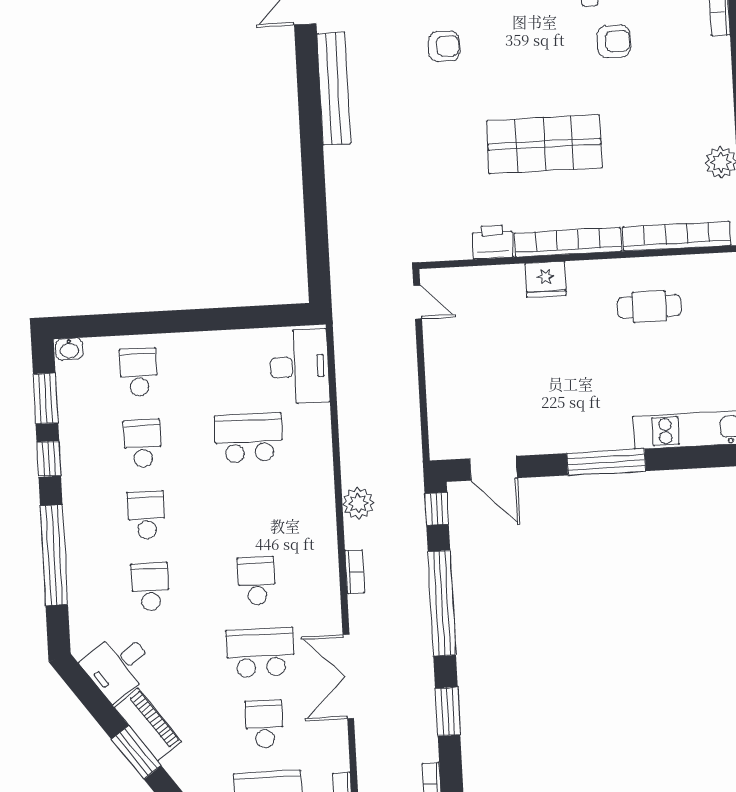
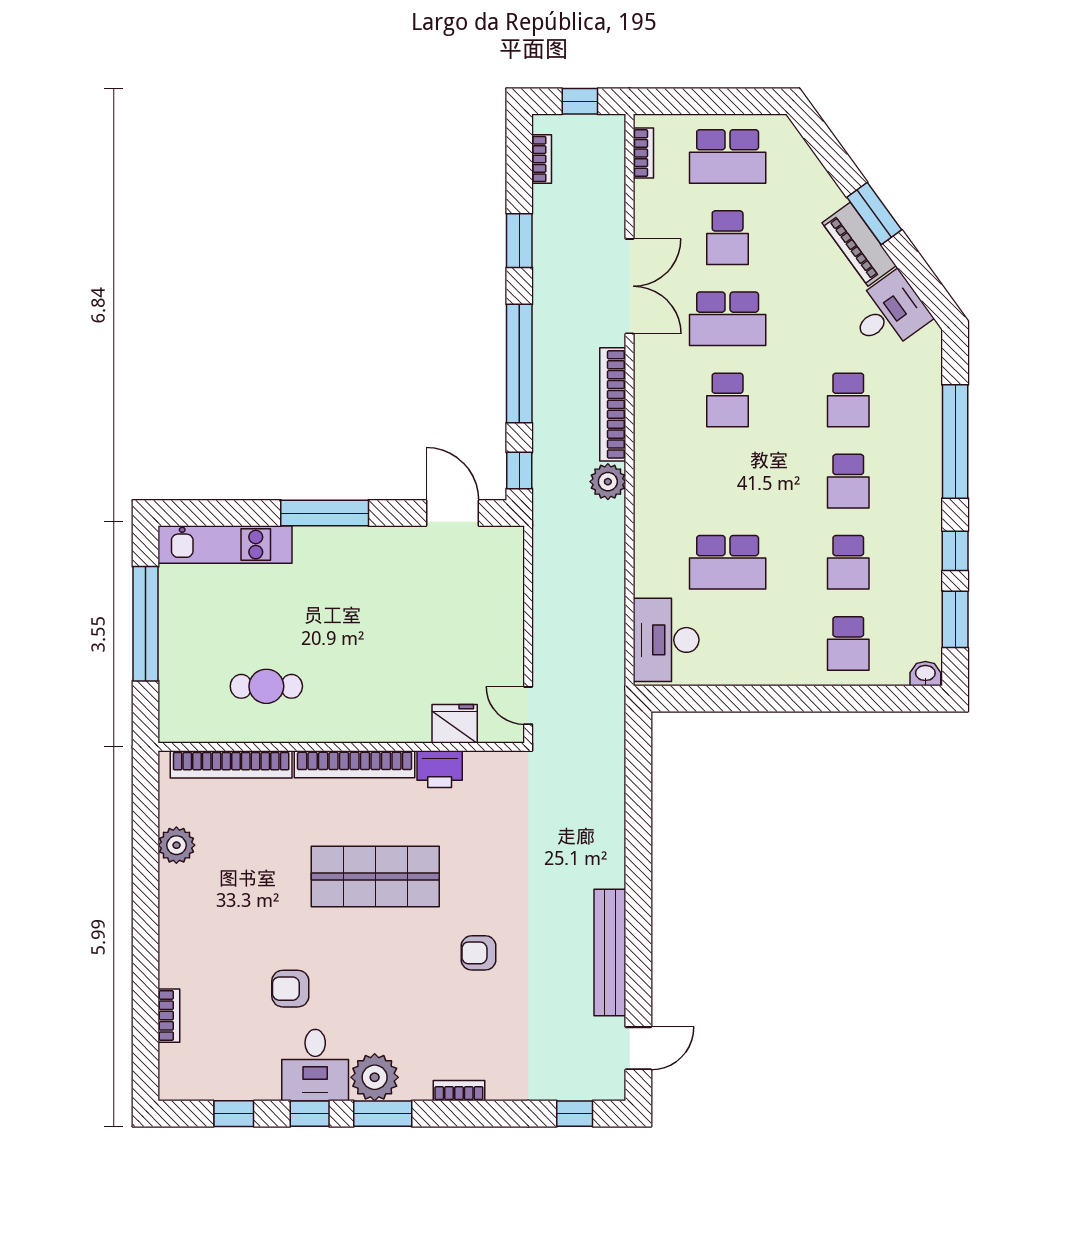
armchair: (444, 46) -> (479, 953), moved
fridge: (546, 279) -> (455, 724), moved
bookcase: (355, 572) -> (613, 404), width x2.31, depth x1.31

